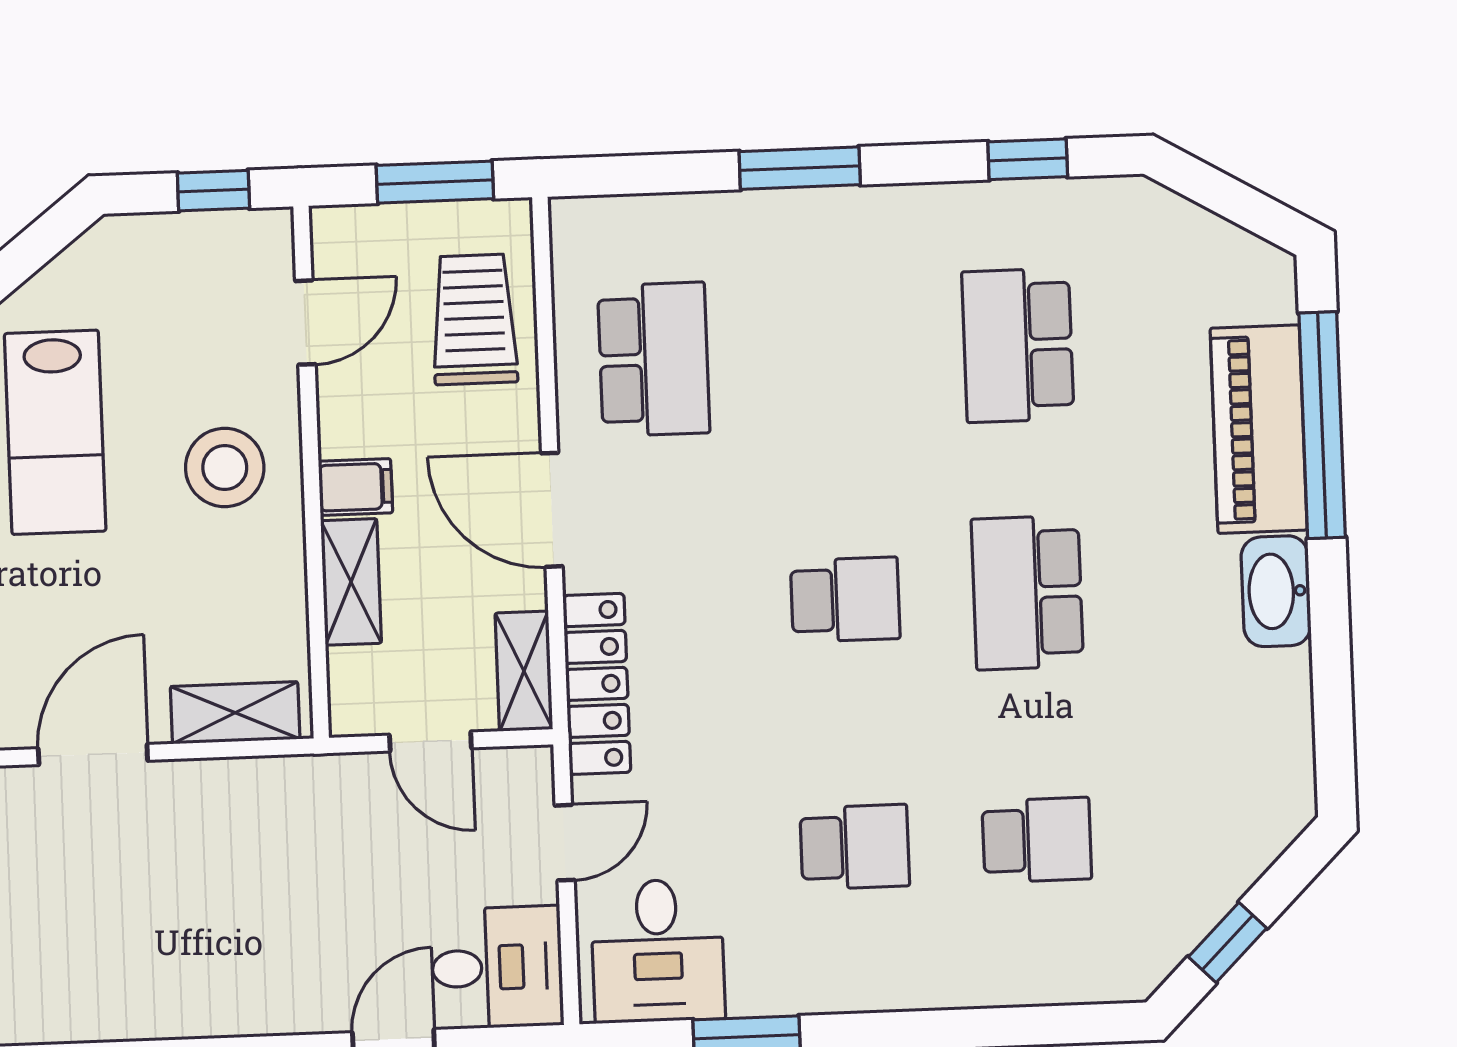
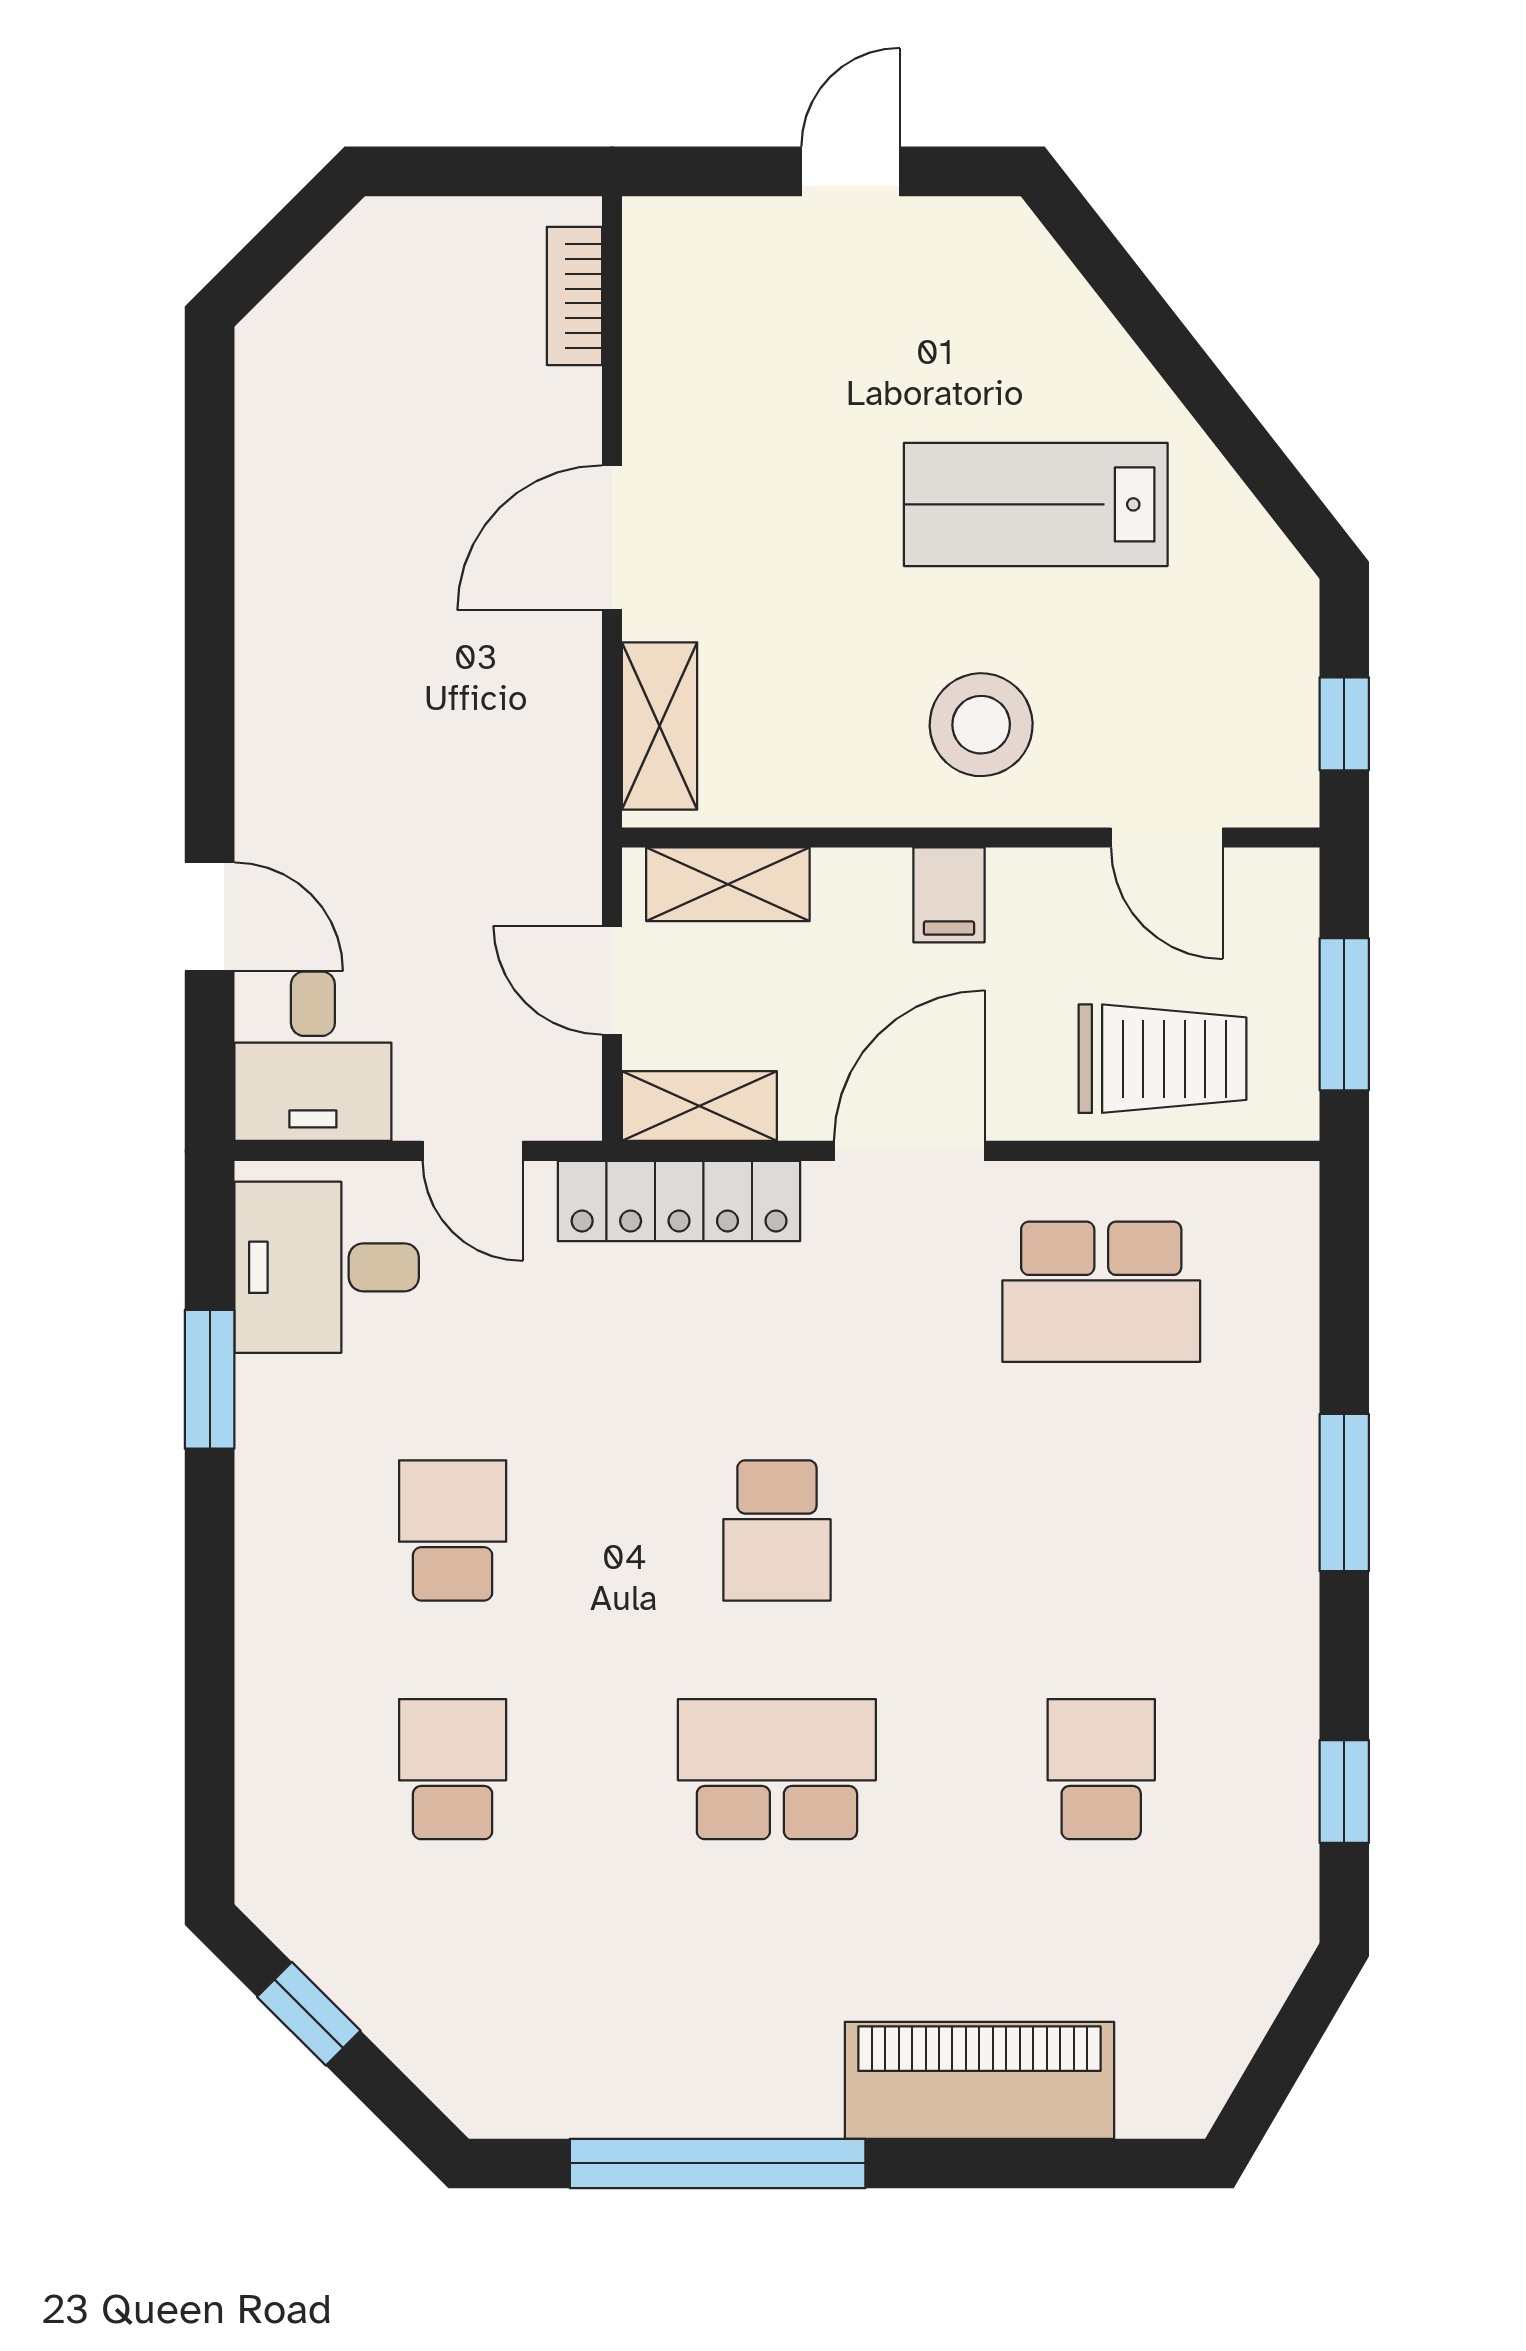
school desk: (1018, 345) -> (1101, 1769), width x0.54
window: (1322, 425) -> (718, 2163), moved
shelving: (351, 582) -> (728, 884), moved
washbasin: (1276, 591) -> (766, 2095), removed
door: (430, 742) -> (612, 980), hinge flipped
door: (93, 755) -> (612, 538), swing flipped
school desk: (1037, 840) -> (453, 1769), turned 180
school desk: (855, 847) -> (453, 1530), turned 180

